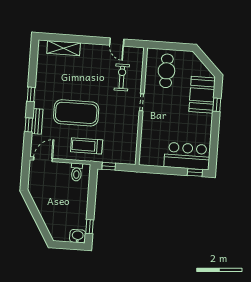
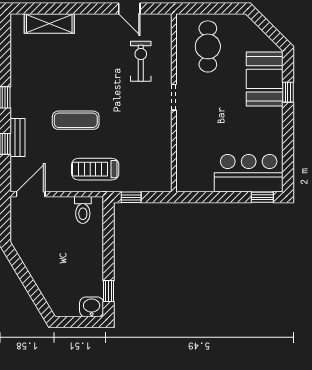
exercise mat: (76, 113) -> (76, 120), width x0.50, depth x0.69

